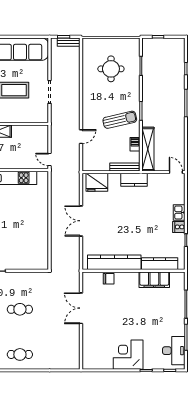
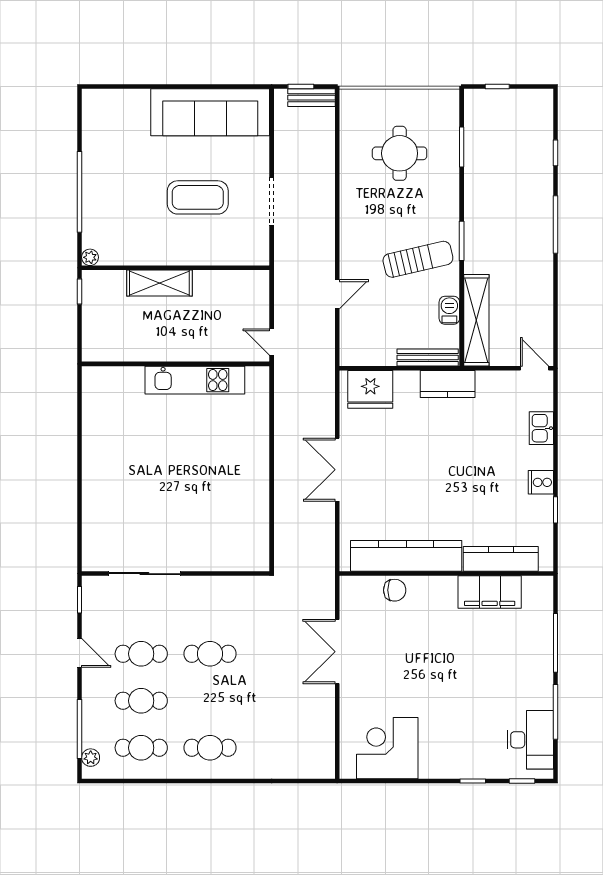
kitchen sink: (179, 212) -> (541, 428), moved
corner desk: (128, 355) -> (387, 748), moved

